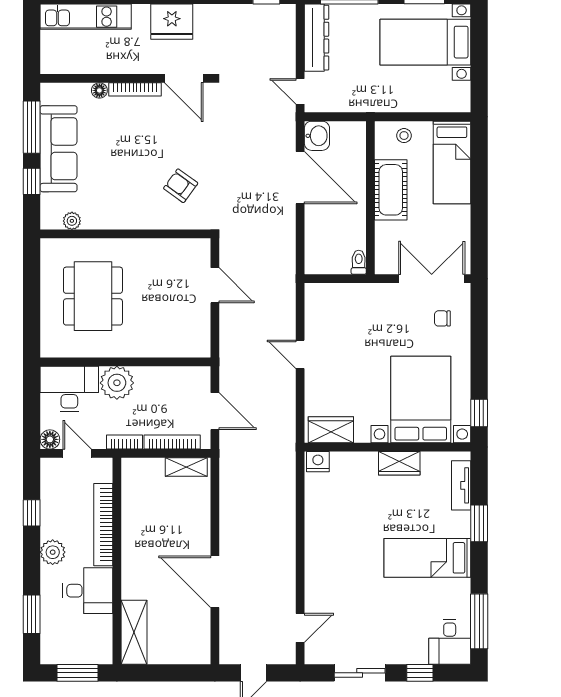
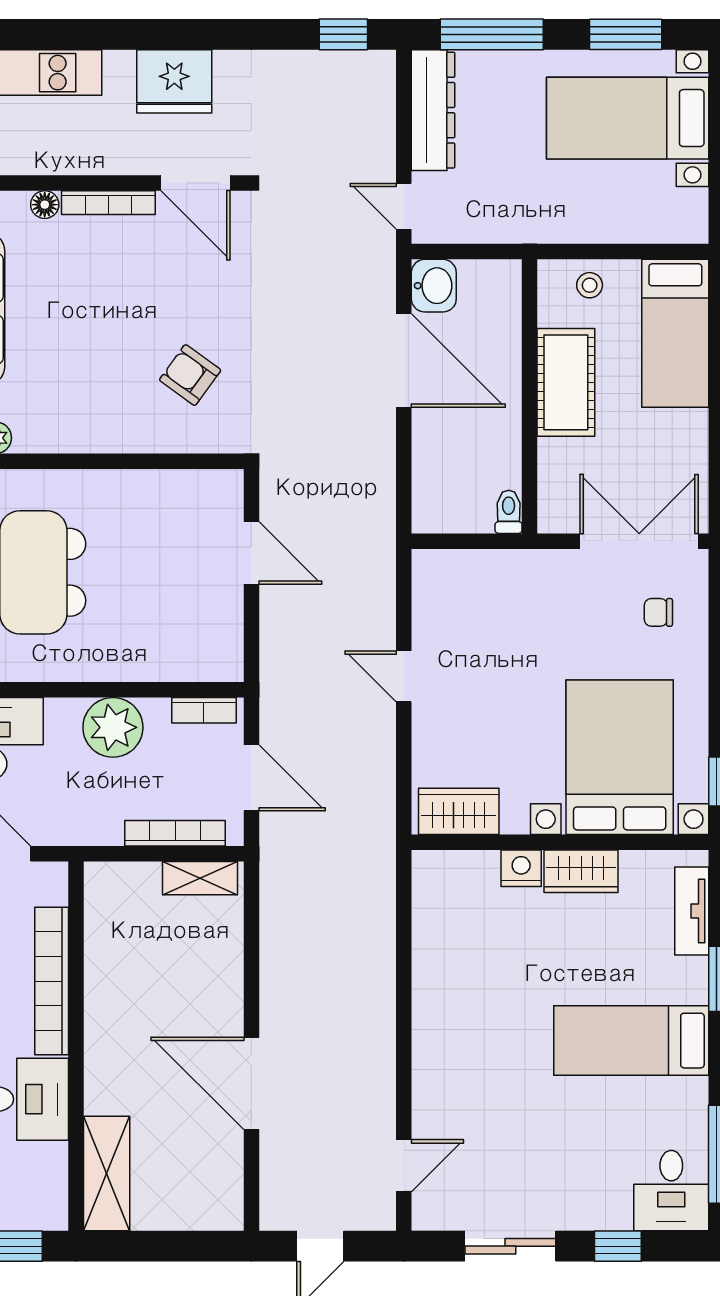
plant: (117, 383) -> (113, 727), moved
bookcase: (125, 442) -> (204, 710), moved, turned 180
nightstand: (318, 462) -> (521, 868), moved

